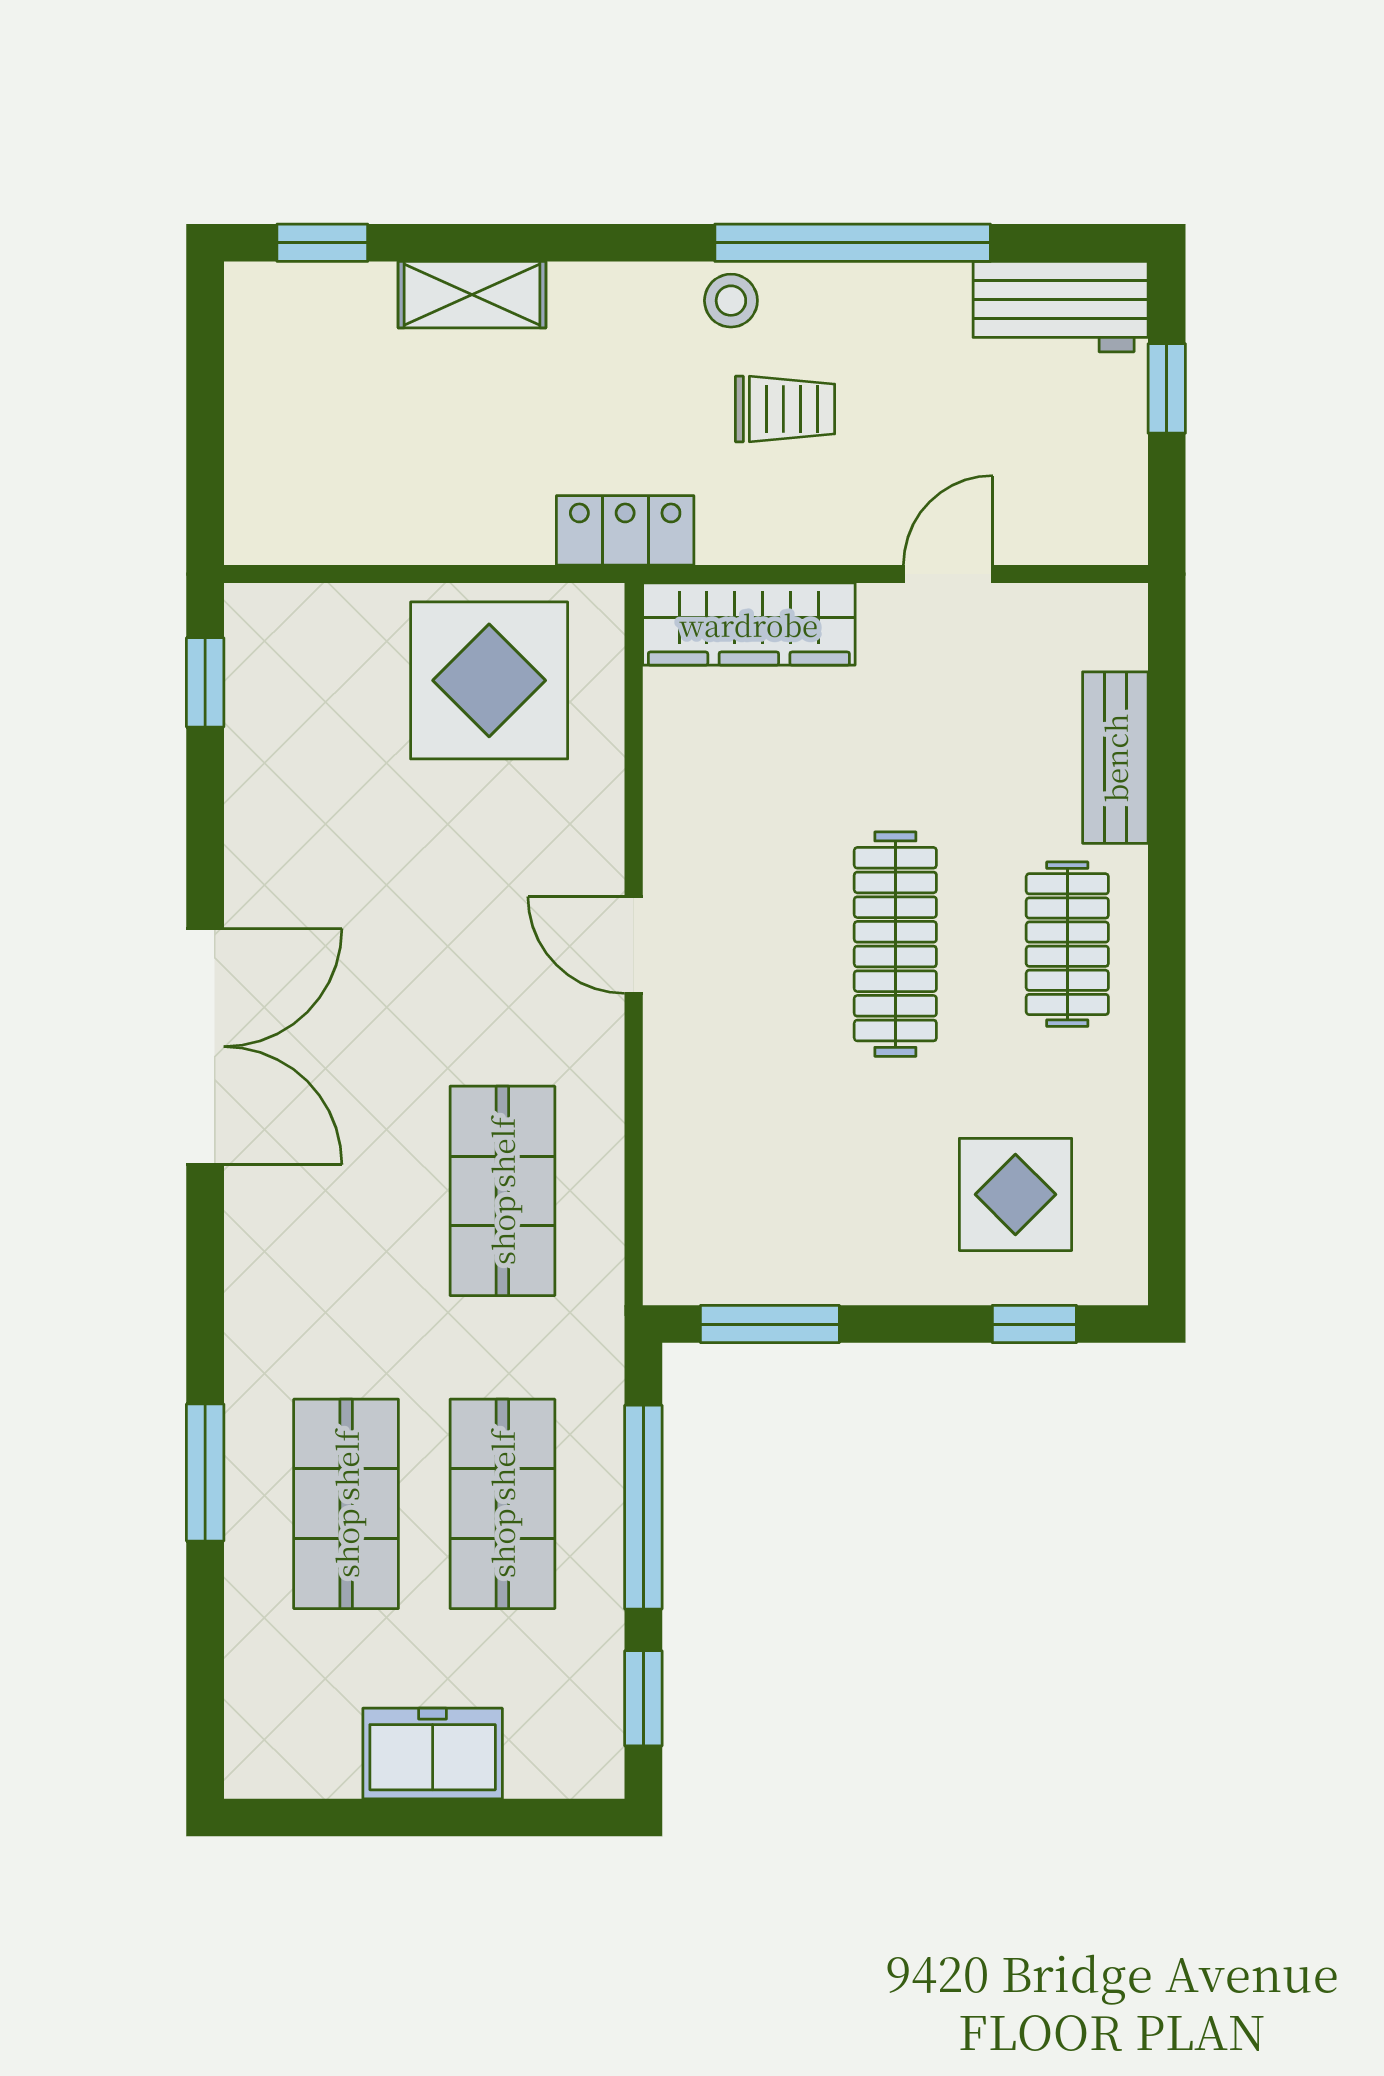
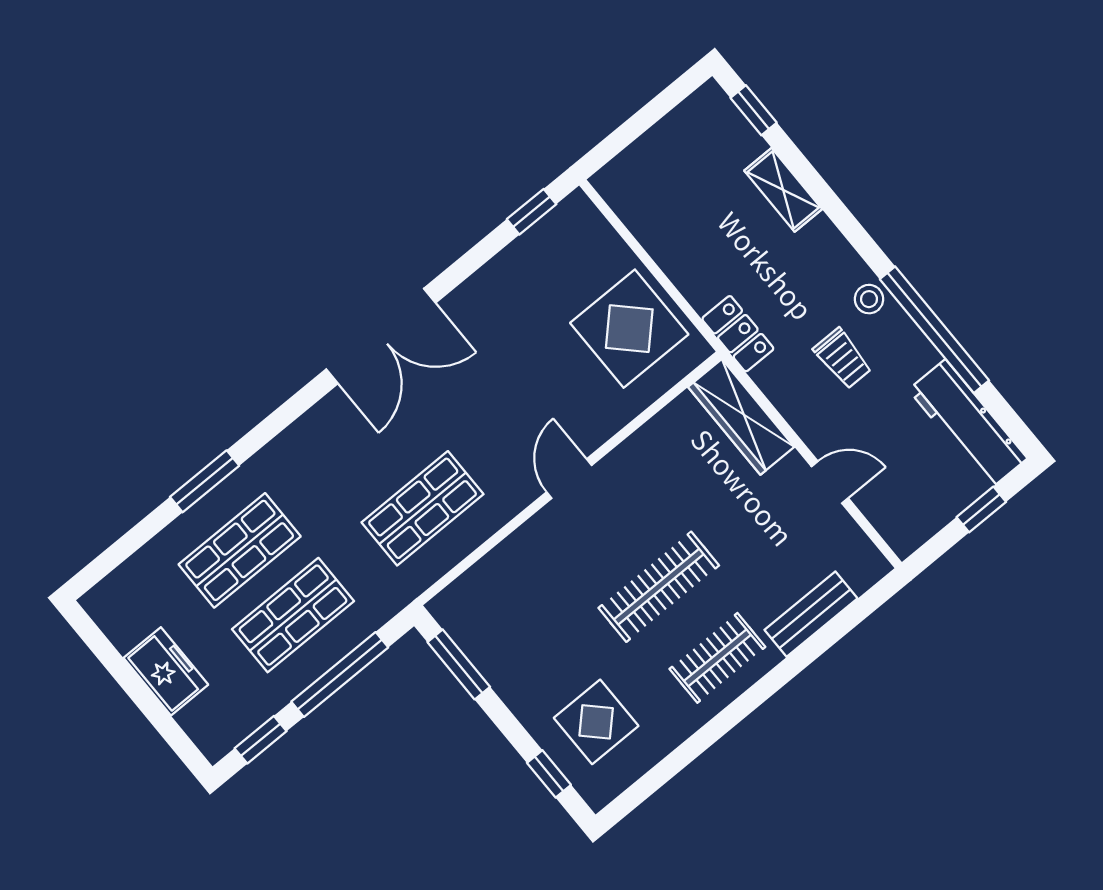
workbench: (1061, 307) -> (968, 424), width x1.38

